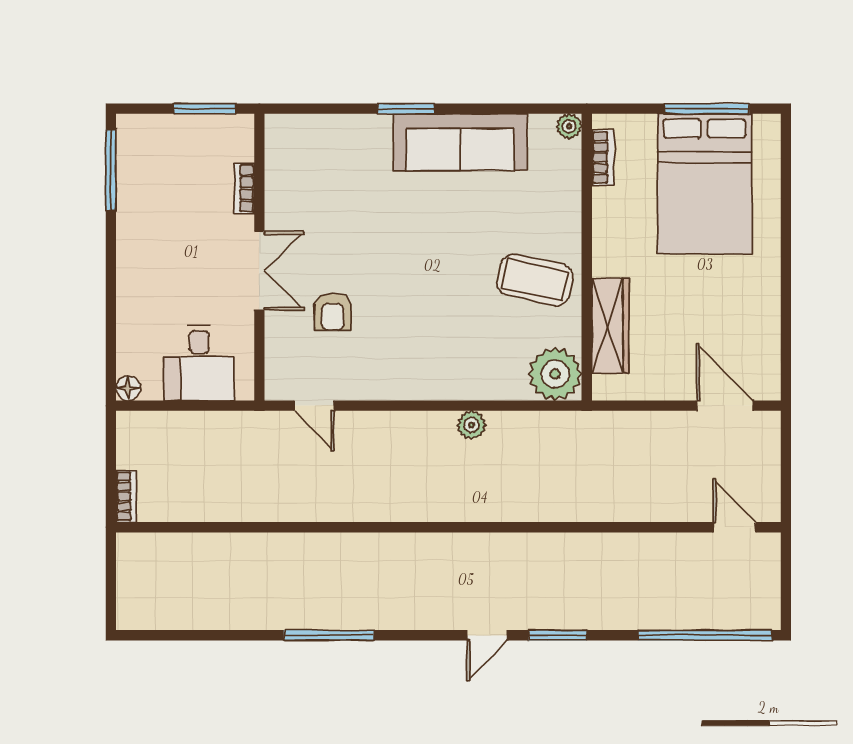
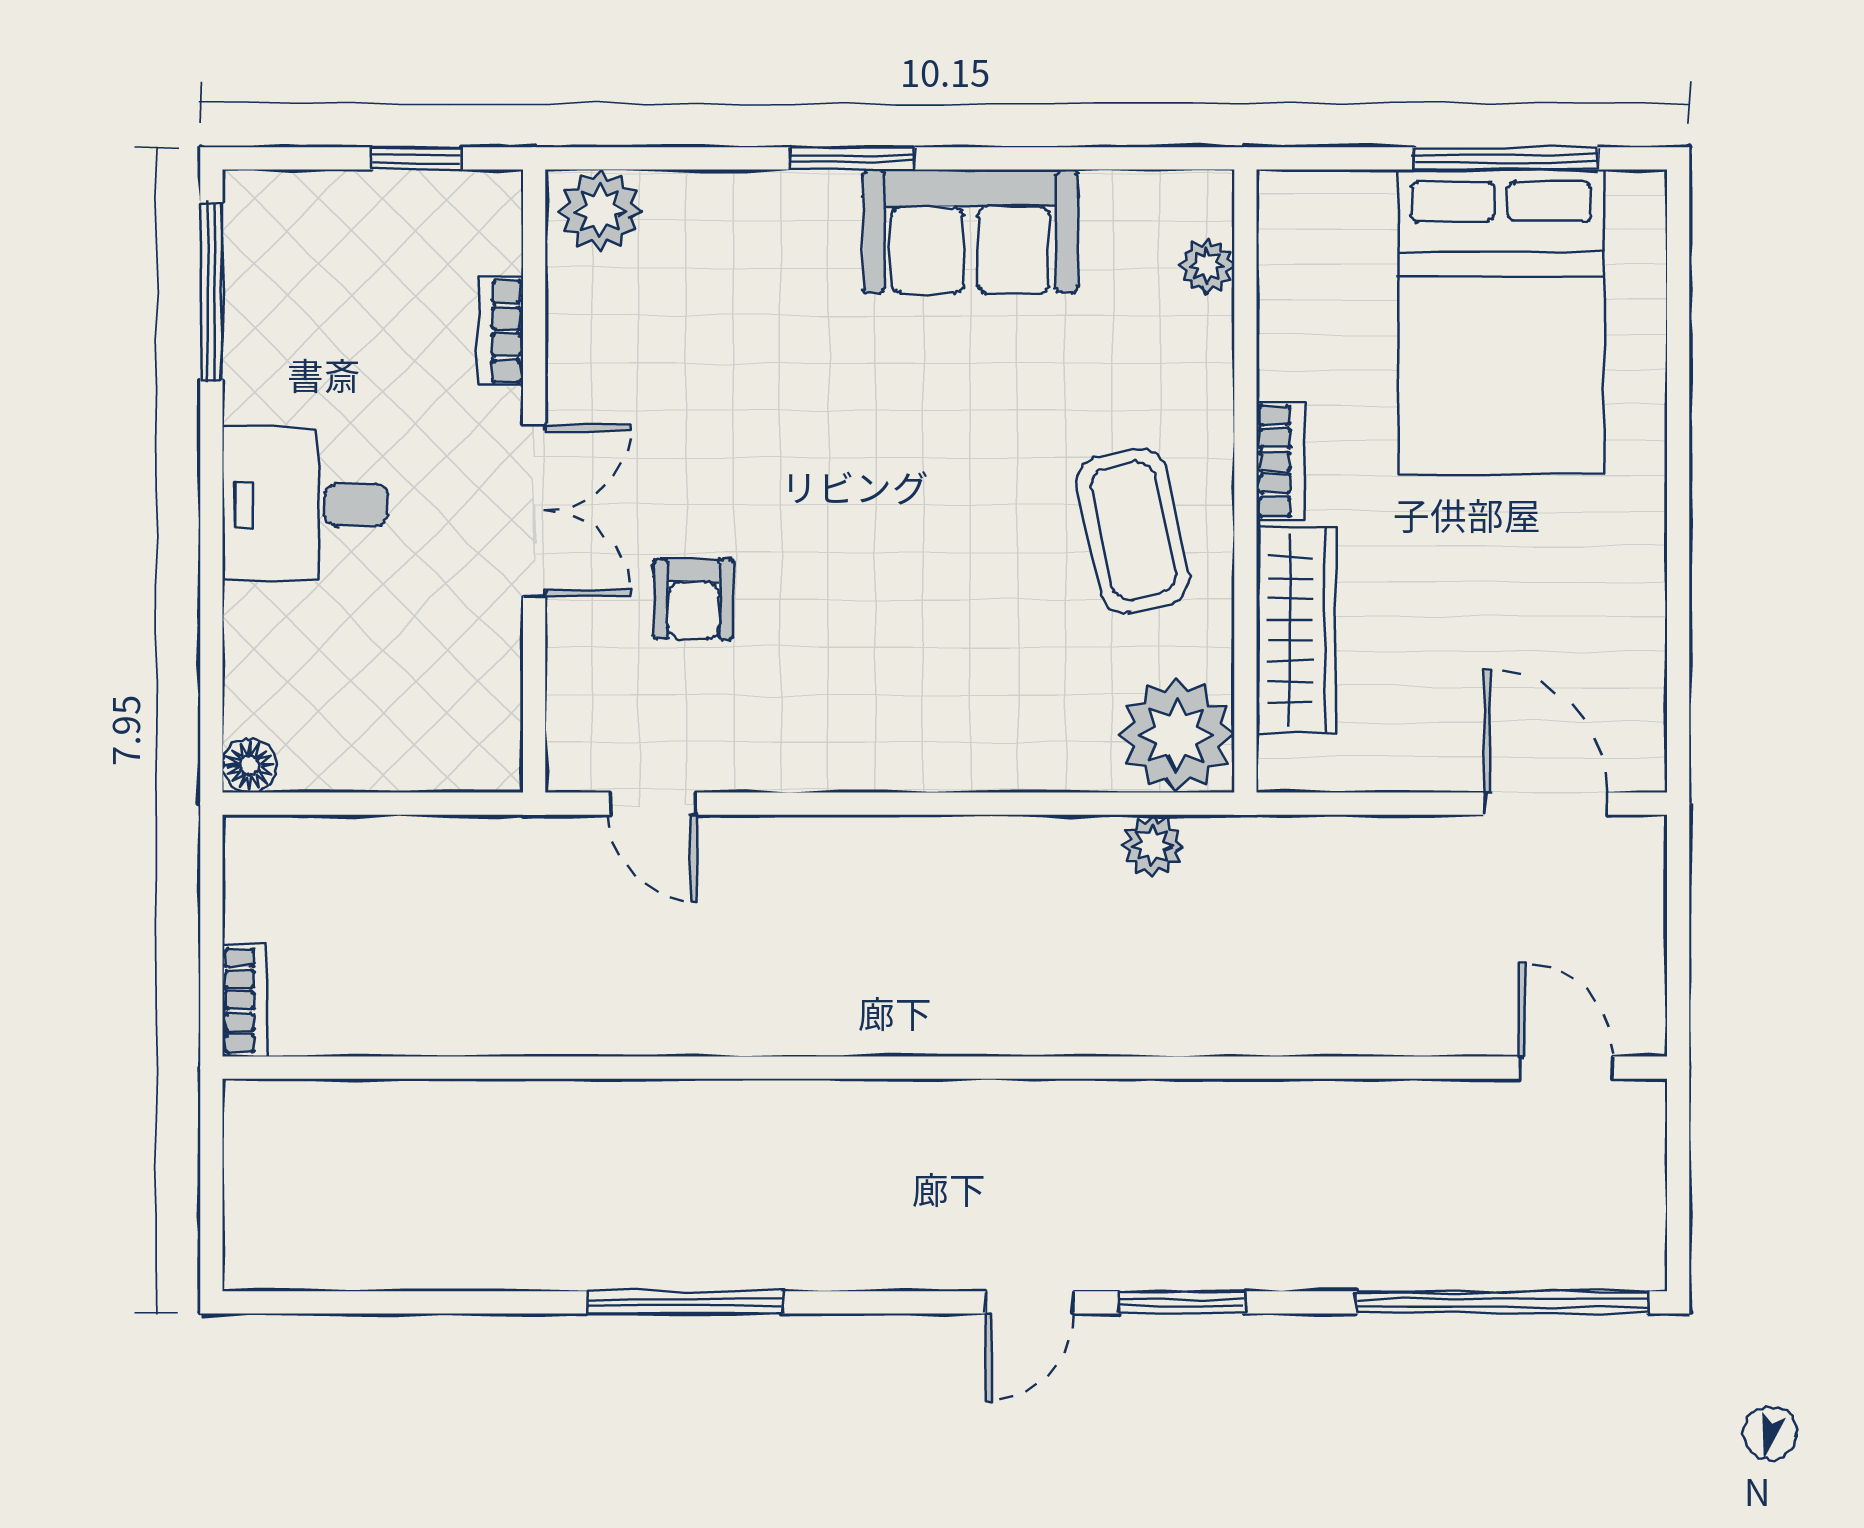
window: (205, 109) -> (416, 158), width x0.67
plant: (569, 126) -> (1207, 266), moved
plant: (290, 133) -> (600, 211), added
sofa: (460, 142) -> (970, 231), width x0.73
bookcase: (603, 158) -> (1280, 461), moved
coffee table: (535, 280) -> (1133, 530), turned 66
desk: (199, 363) -> (305, 505), moved, turned 90
plant: (472, 425) -> (1152, 846), moved

